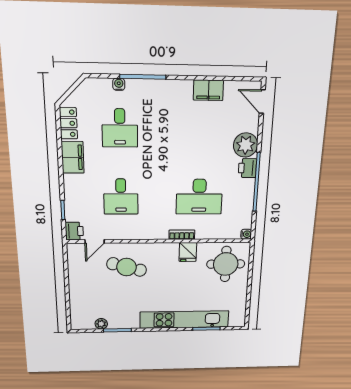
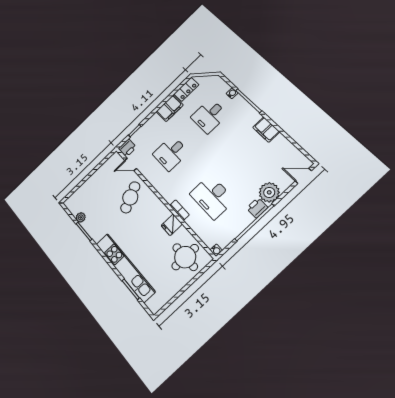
filing cabinet: (208, 90) -> (266, 130), moved
door: (262, 102) -> (303, 176), hinge flipped
cafe table: (127, 267) -> (130, 197), turned 49

